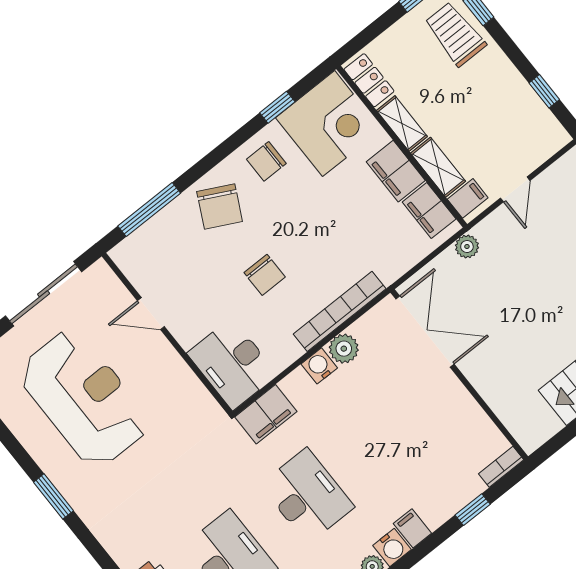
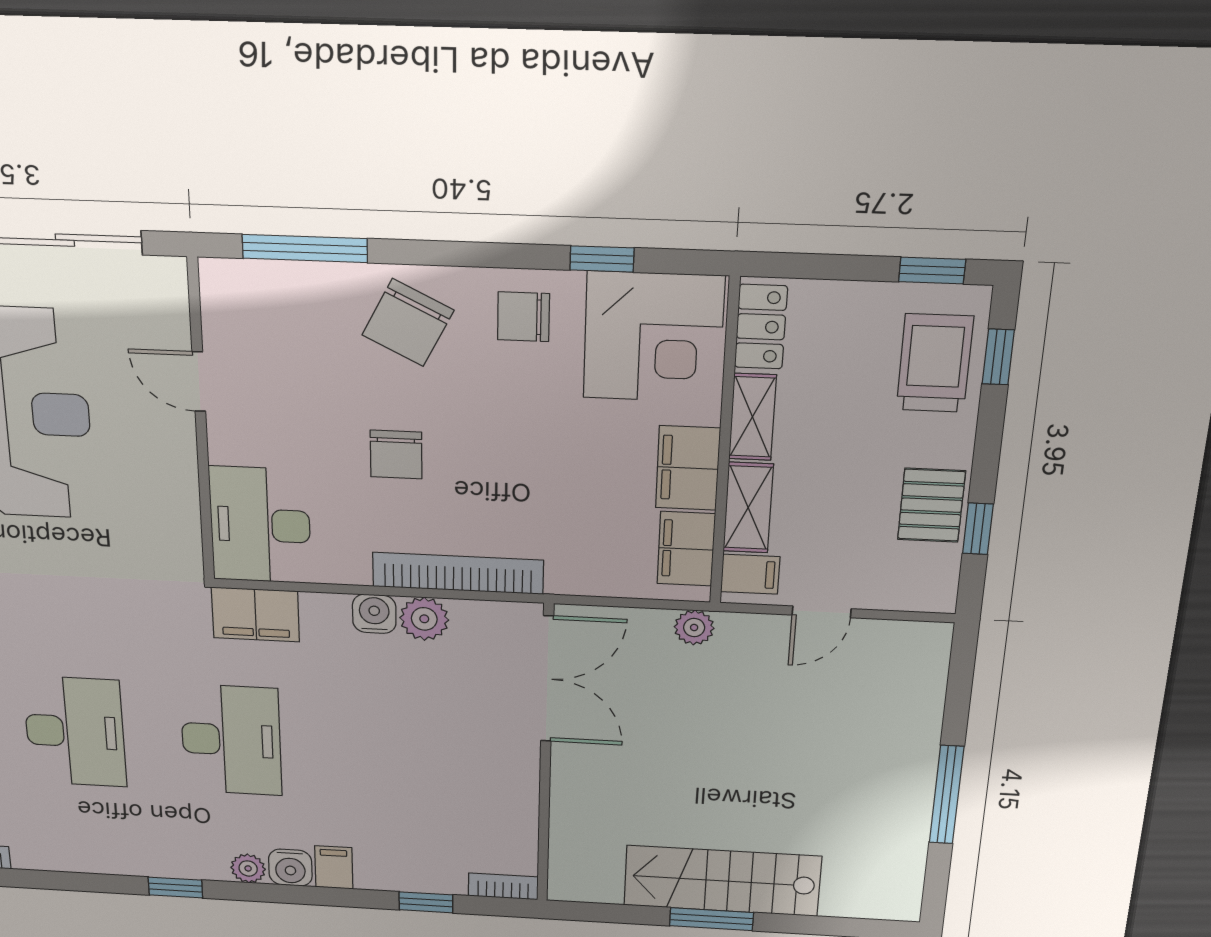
pallet: (514, 98) -> (931, 505), added

